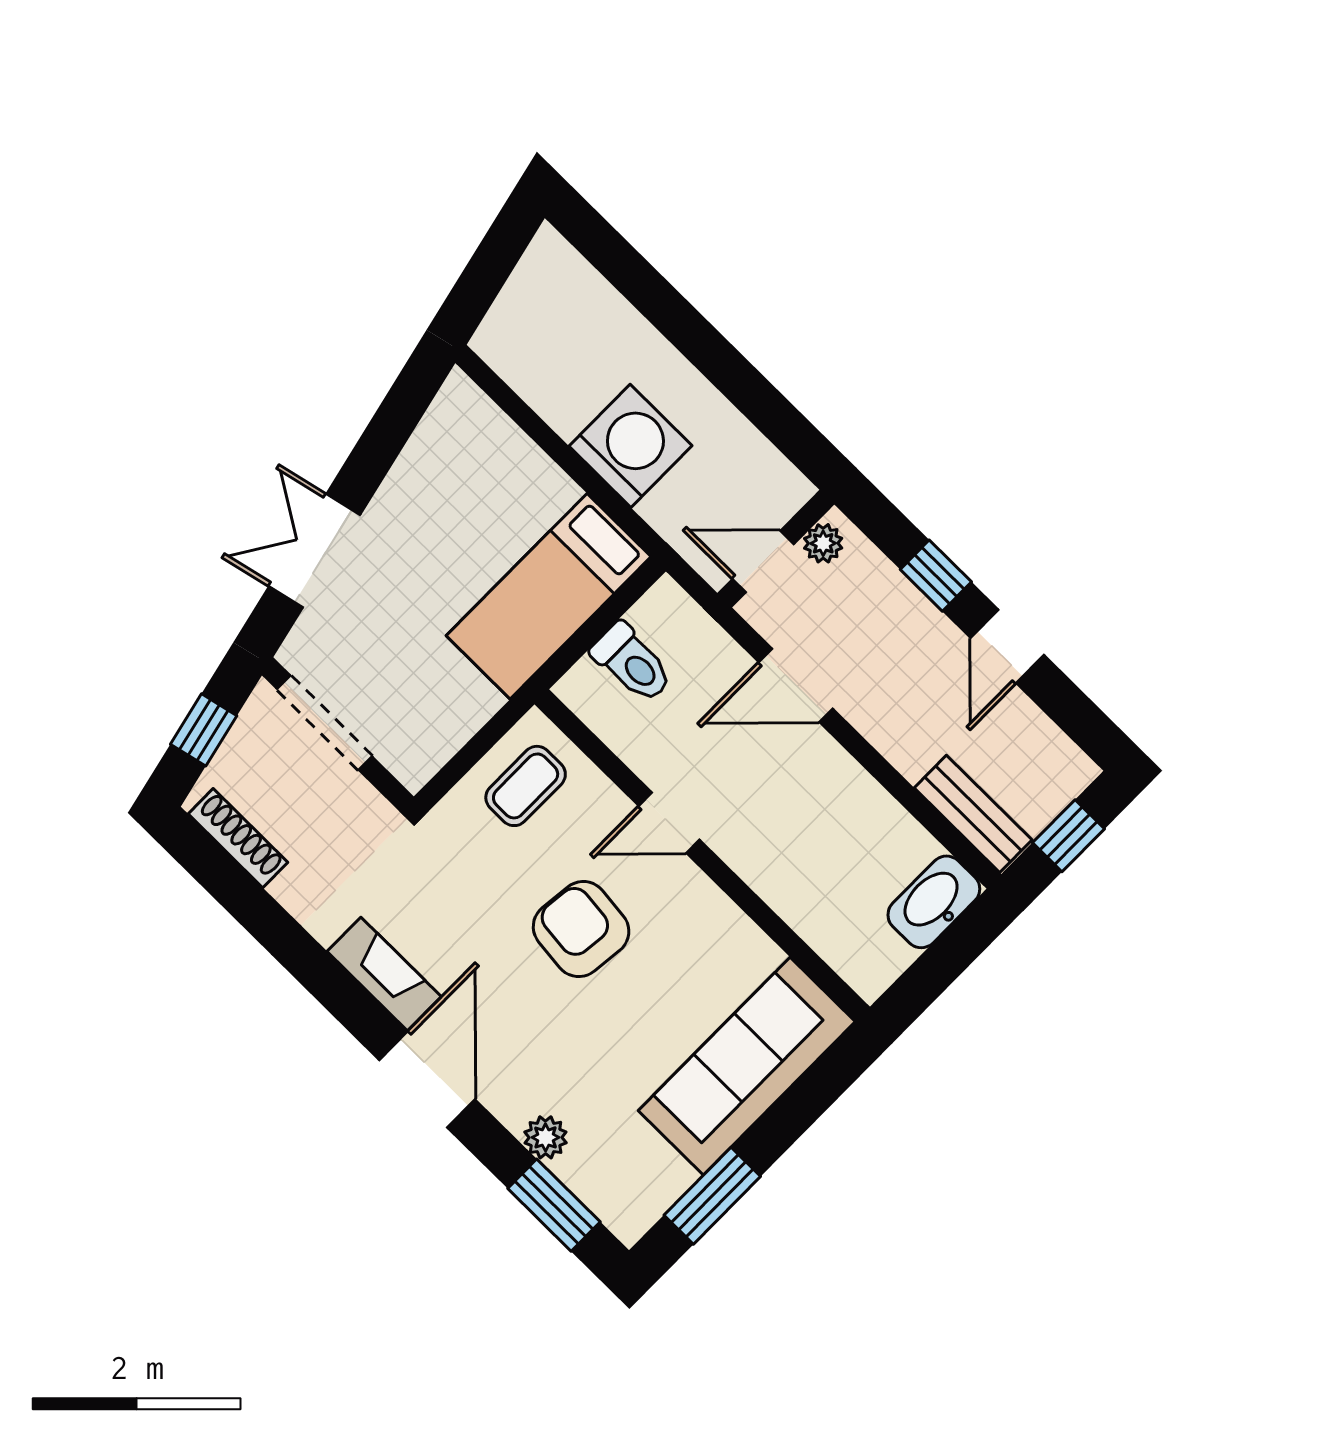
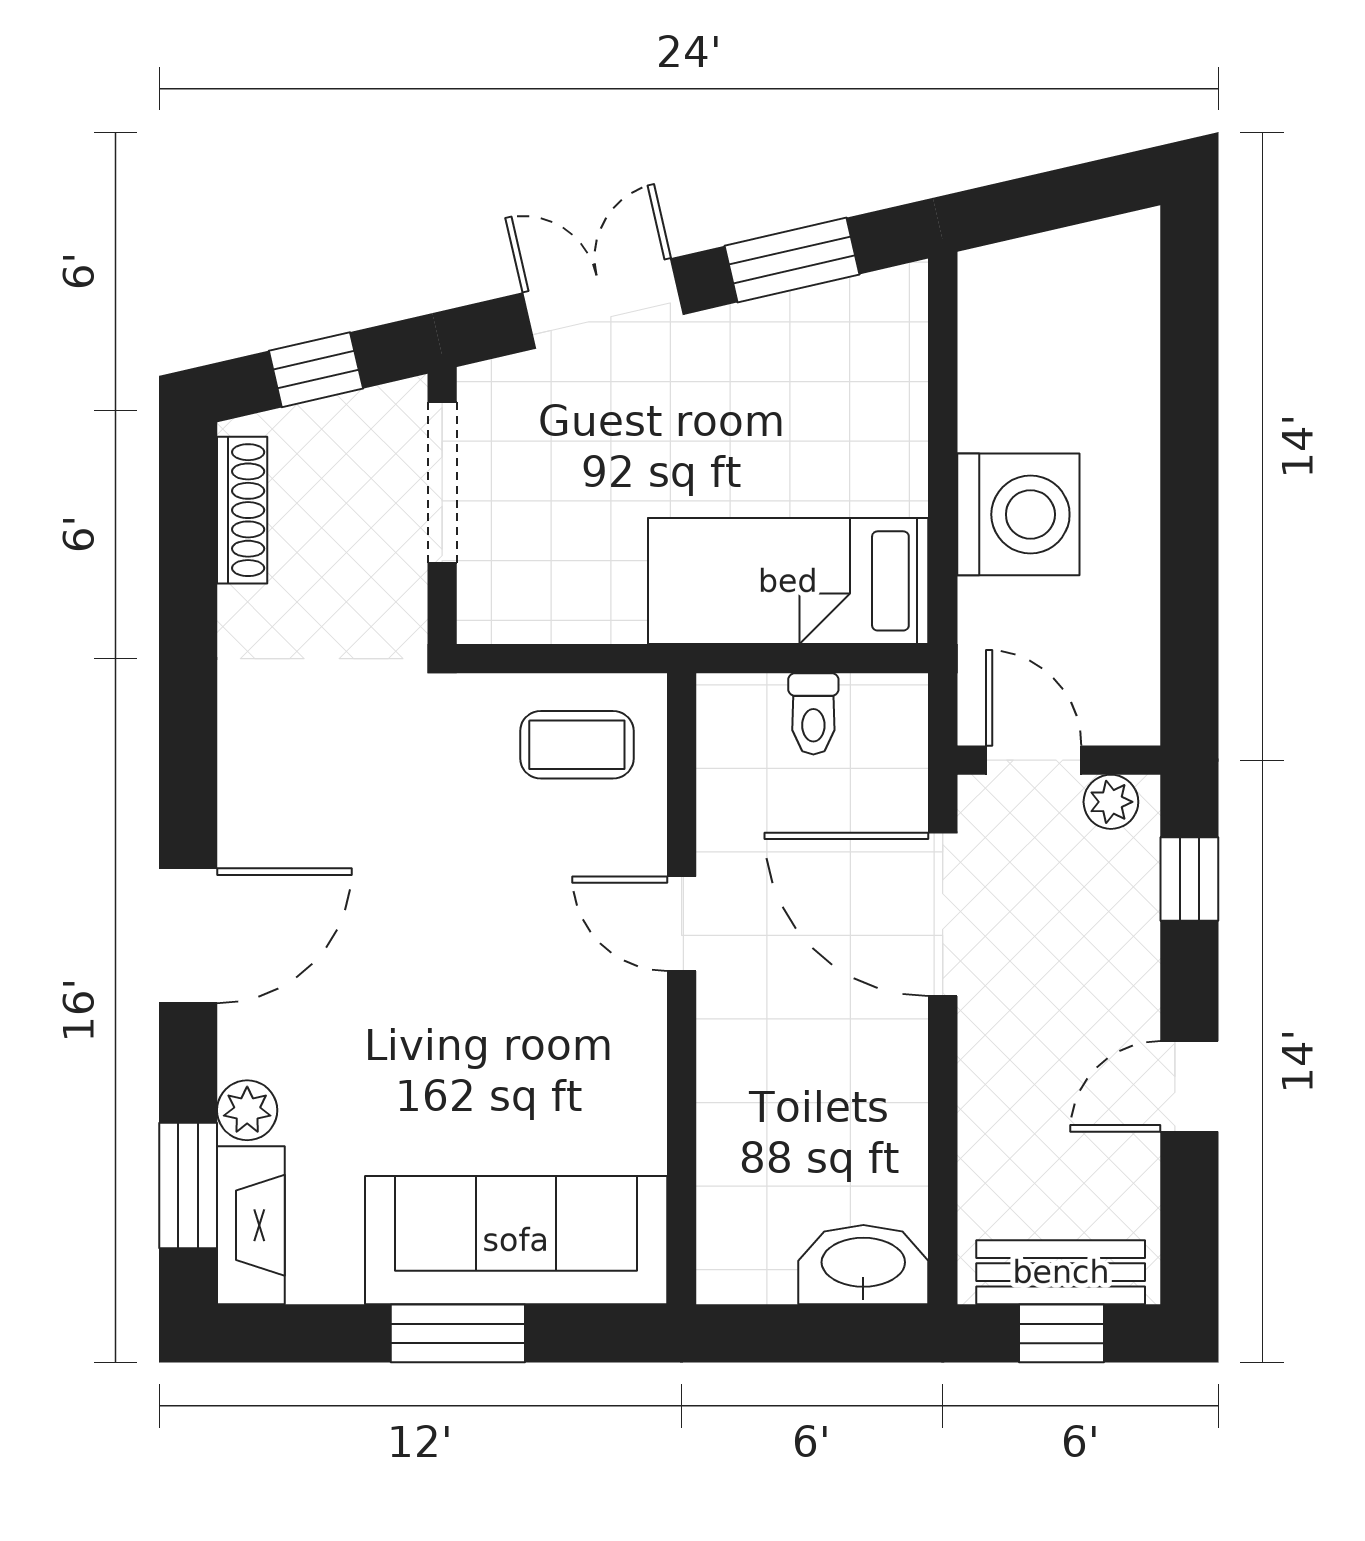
window: (387, 433) -> (792, 260), added
window: (936, 576) -> (1189, 879), moved
toilet: (632, 663) -> (813, 714), width x0.73, depth x0.72
door: (796, 685) -> (943, 914), width x1.36
bench: (973, 814) -> (1061, 1272), moved, turned 90
armchair: (581, 929) -> (489, 941), removed
fireplace: (384, 974) -> (251, 1225), moved
window: (712, 1196) -> (458, 1333), moved

